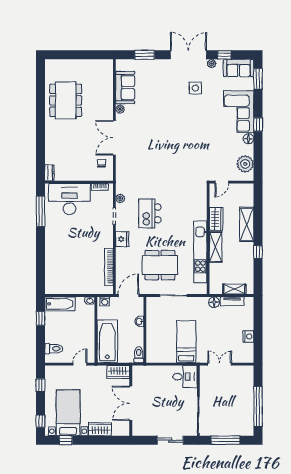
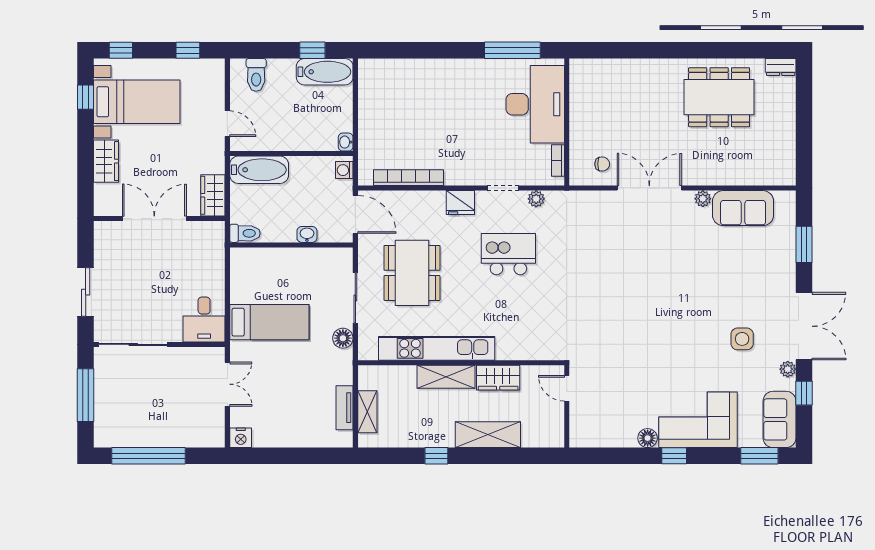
plant: (245, 164) -> (601, 432), removed
dresser: (49, 173) -> (781, 67), moved
floor lamp: (214, 302) -> (343, 338), moved
bathtub: (60, 304) -> (325, 72), moved, turned -90
nightstand: (248, 337) -> (241, 438), moved
bathtub: (107, 341) -> (259, 170), width x0.73, depth x0.73

